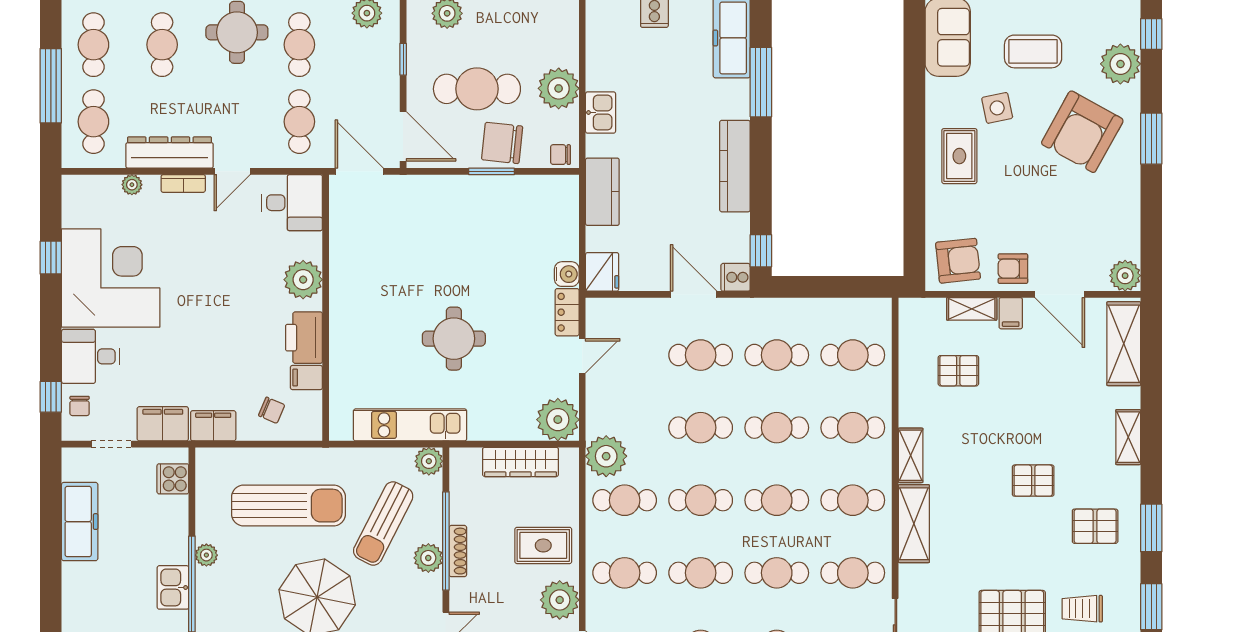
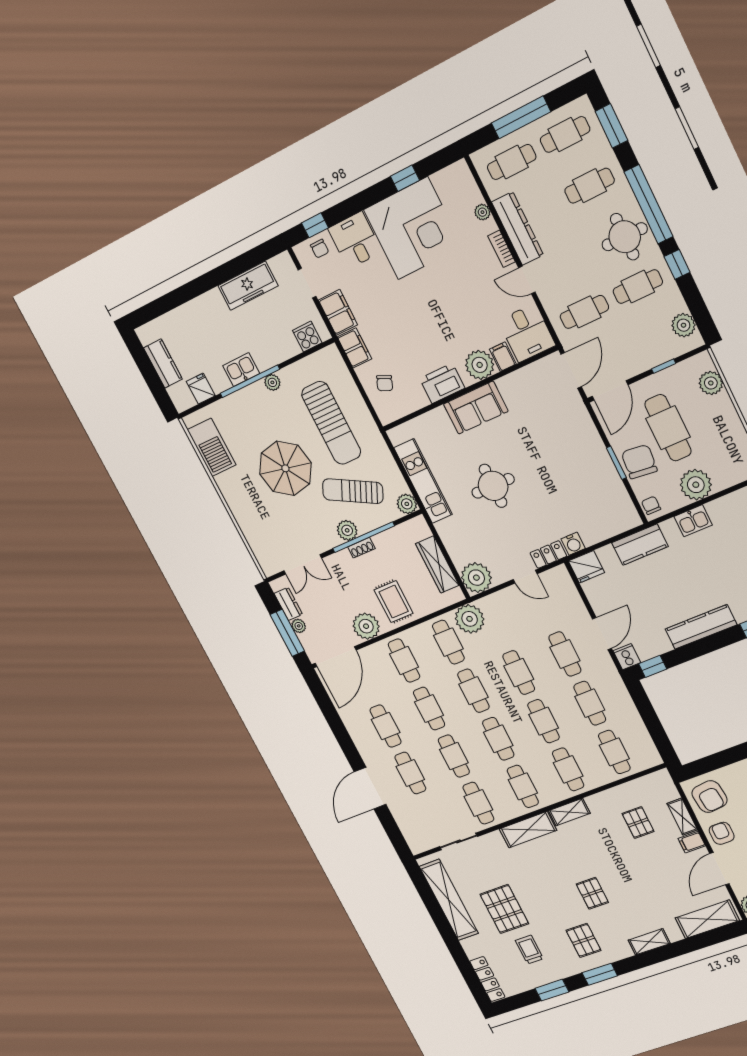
sofa: (351, 311) -> (476, 408), added
filing cabinet: (306, 377) -> (503, 357), moved
chair: (80, 406) -> (320, 249), turned -90
shoe rack: (458, 551) -> (361, 548), width x0.70

